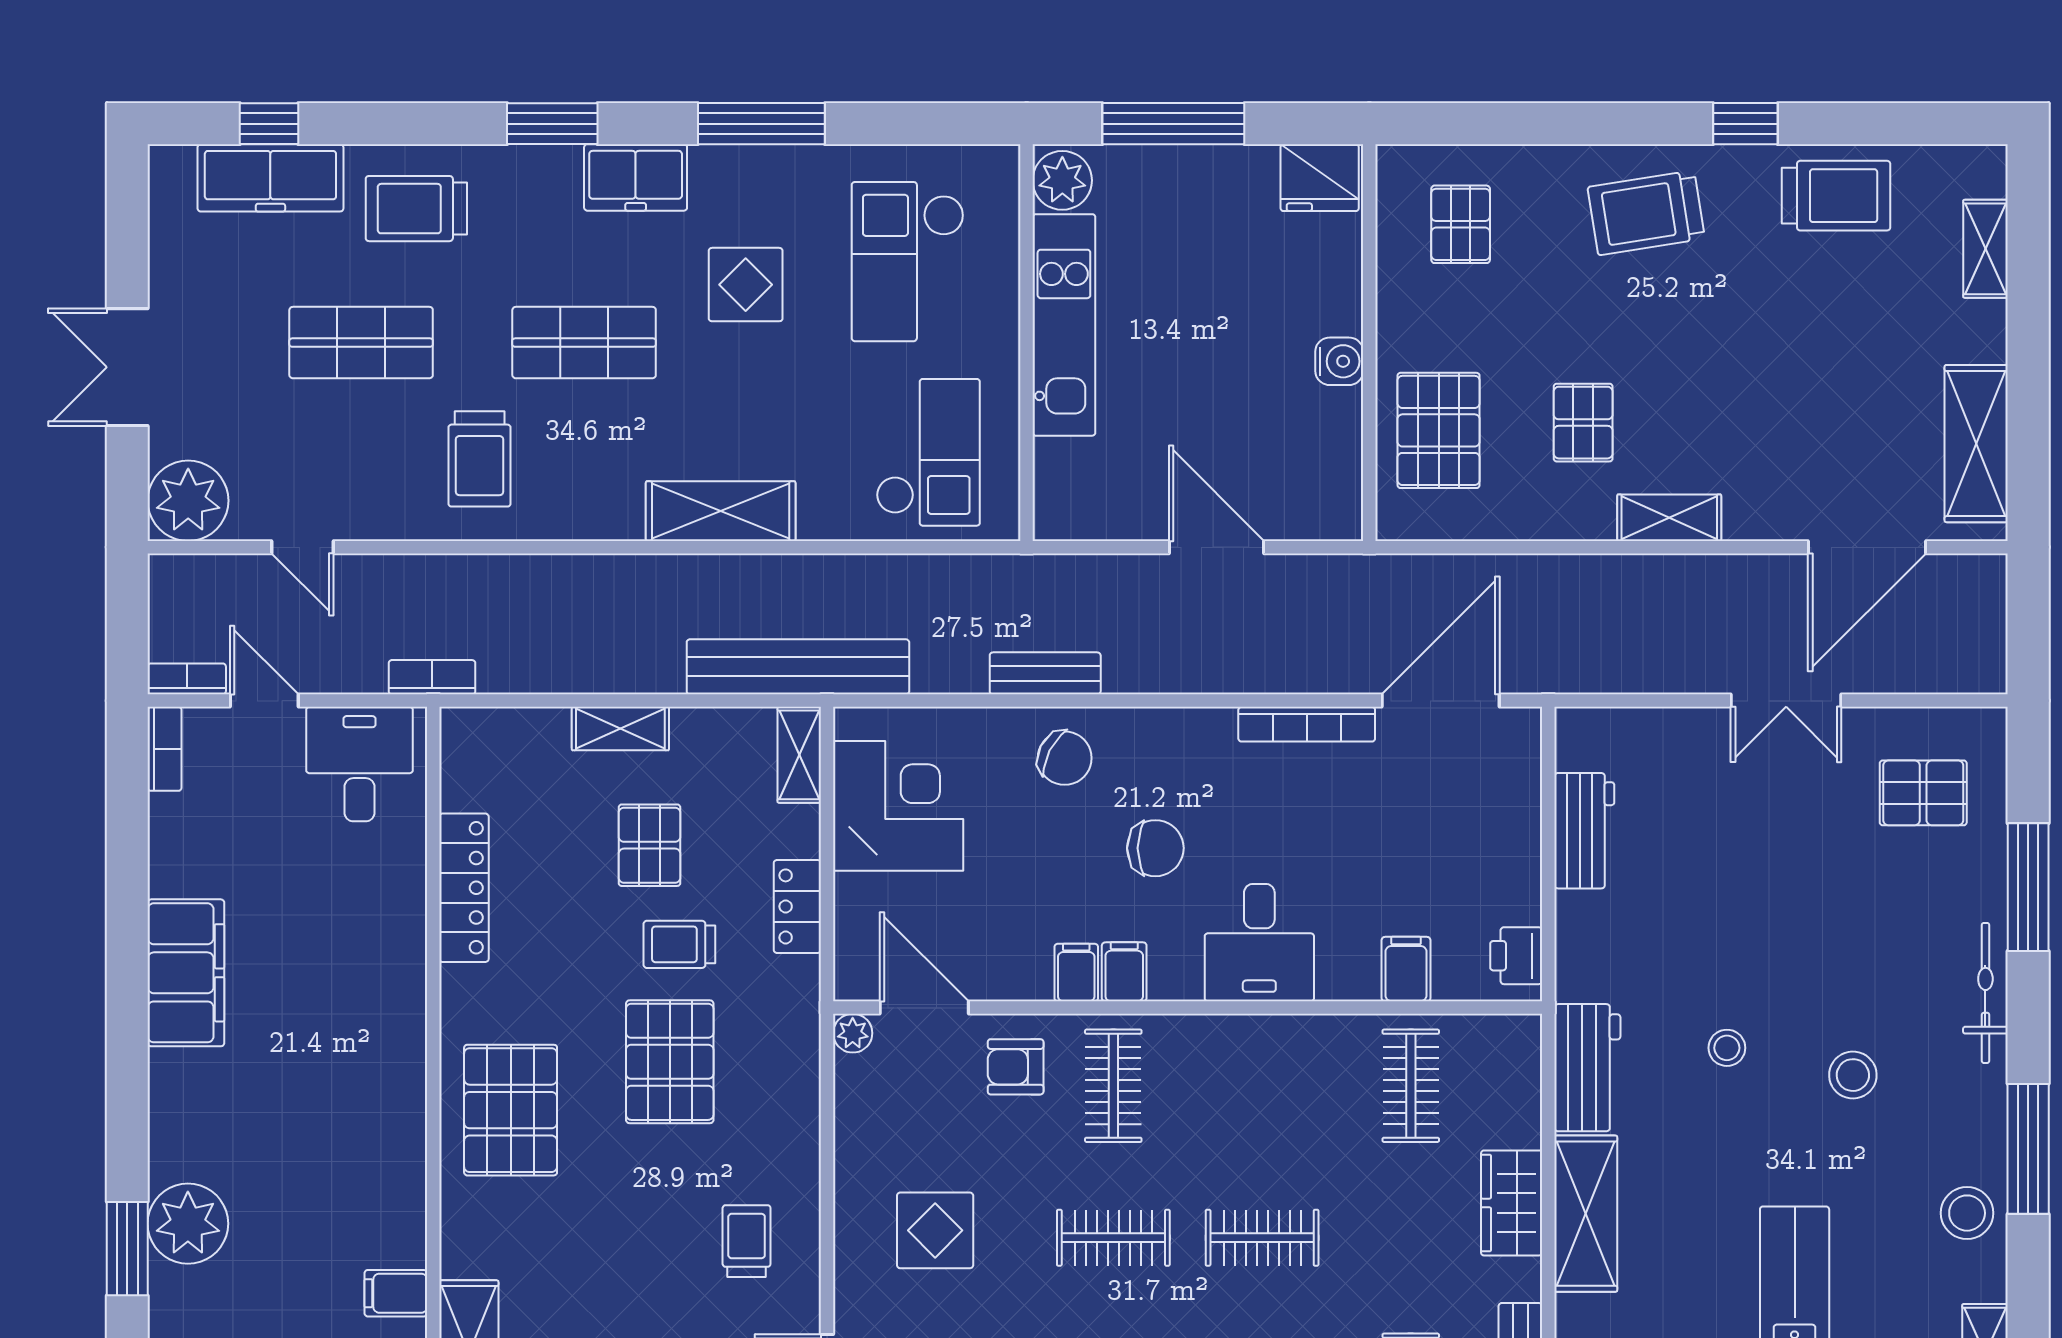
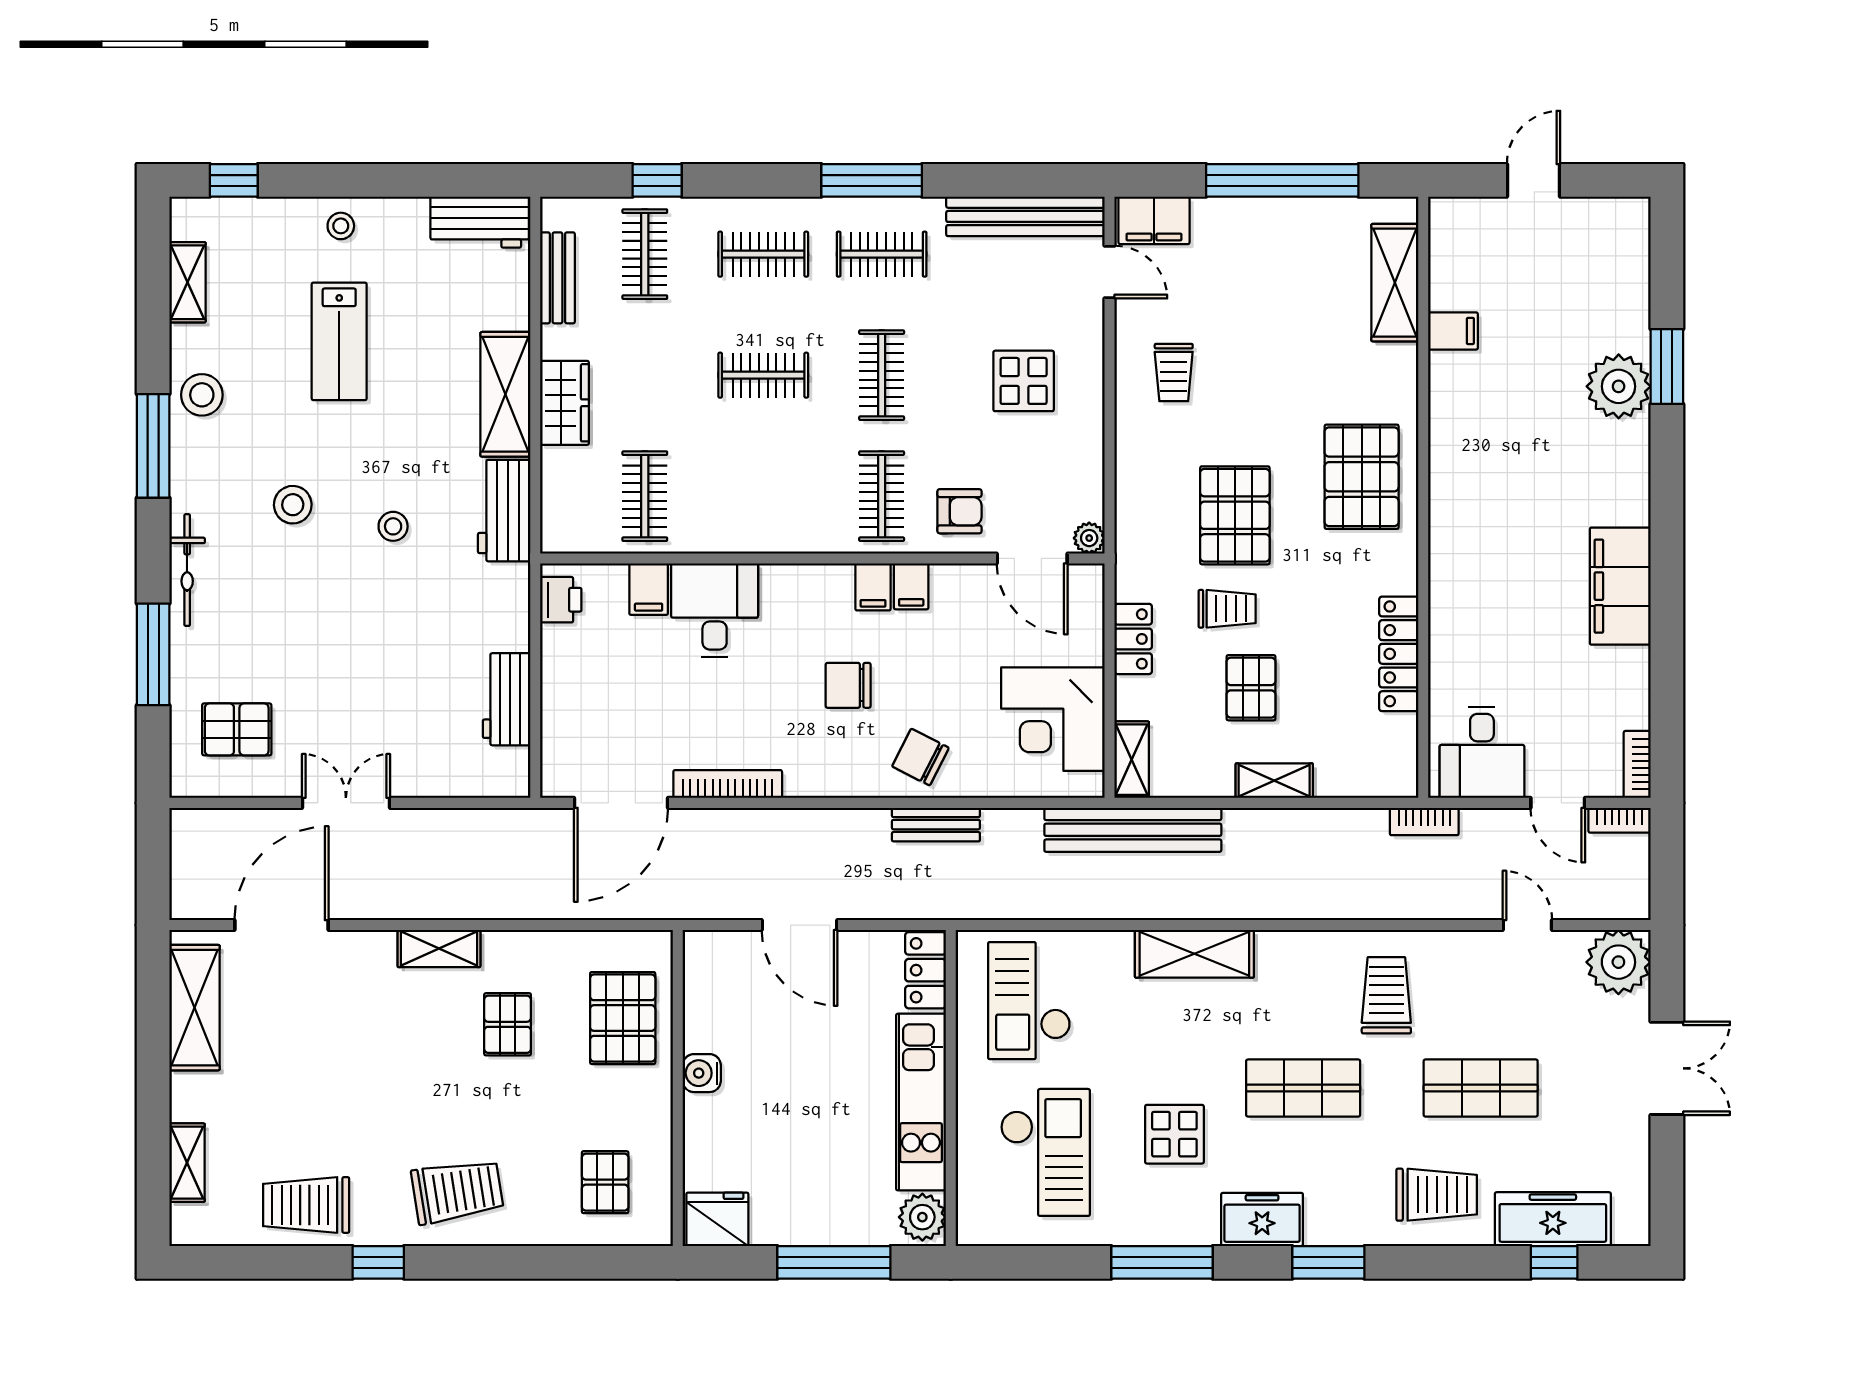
locker: (1058, 490) -> (926, 970), added
desk: (1259, 943) -> (715, 610), moved
clothes rail: (1113, 1238) -> (882, 375), turned 90

